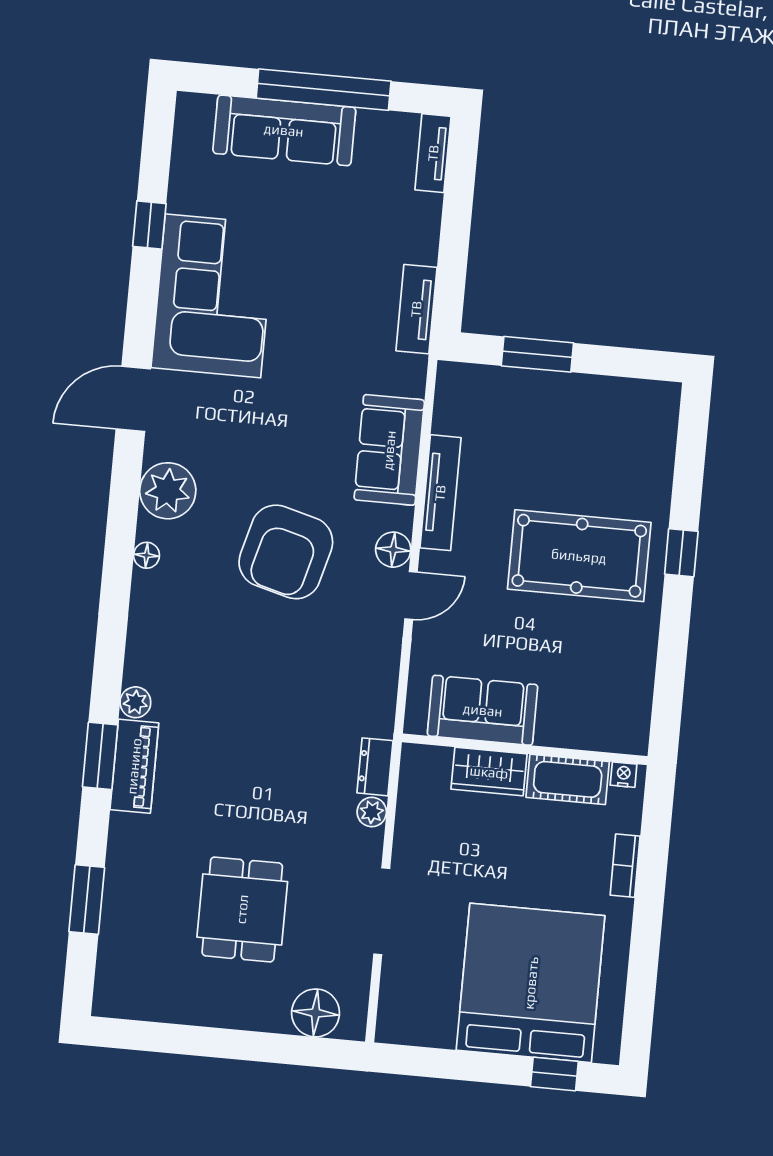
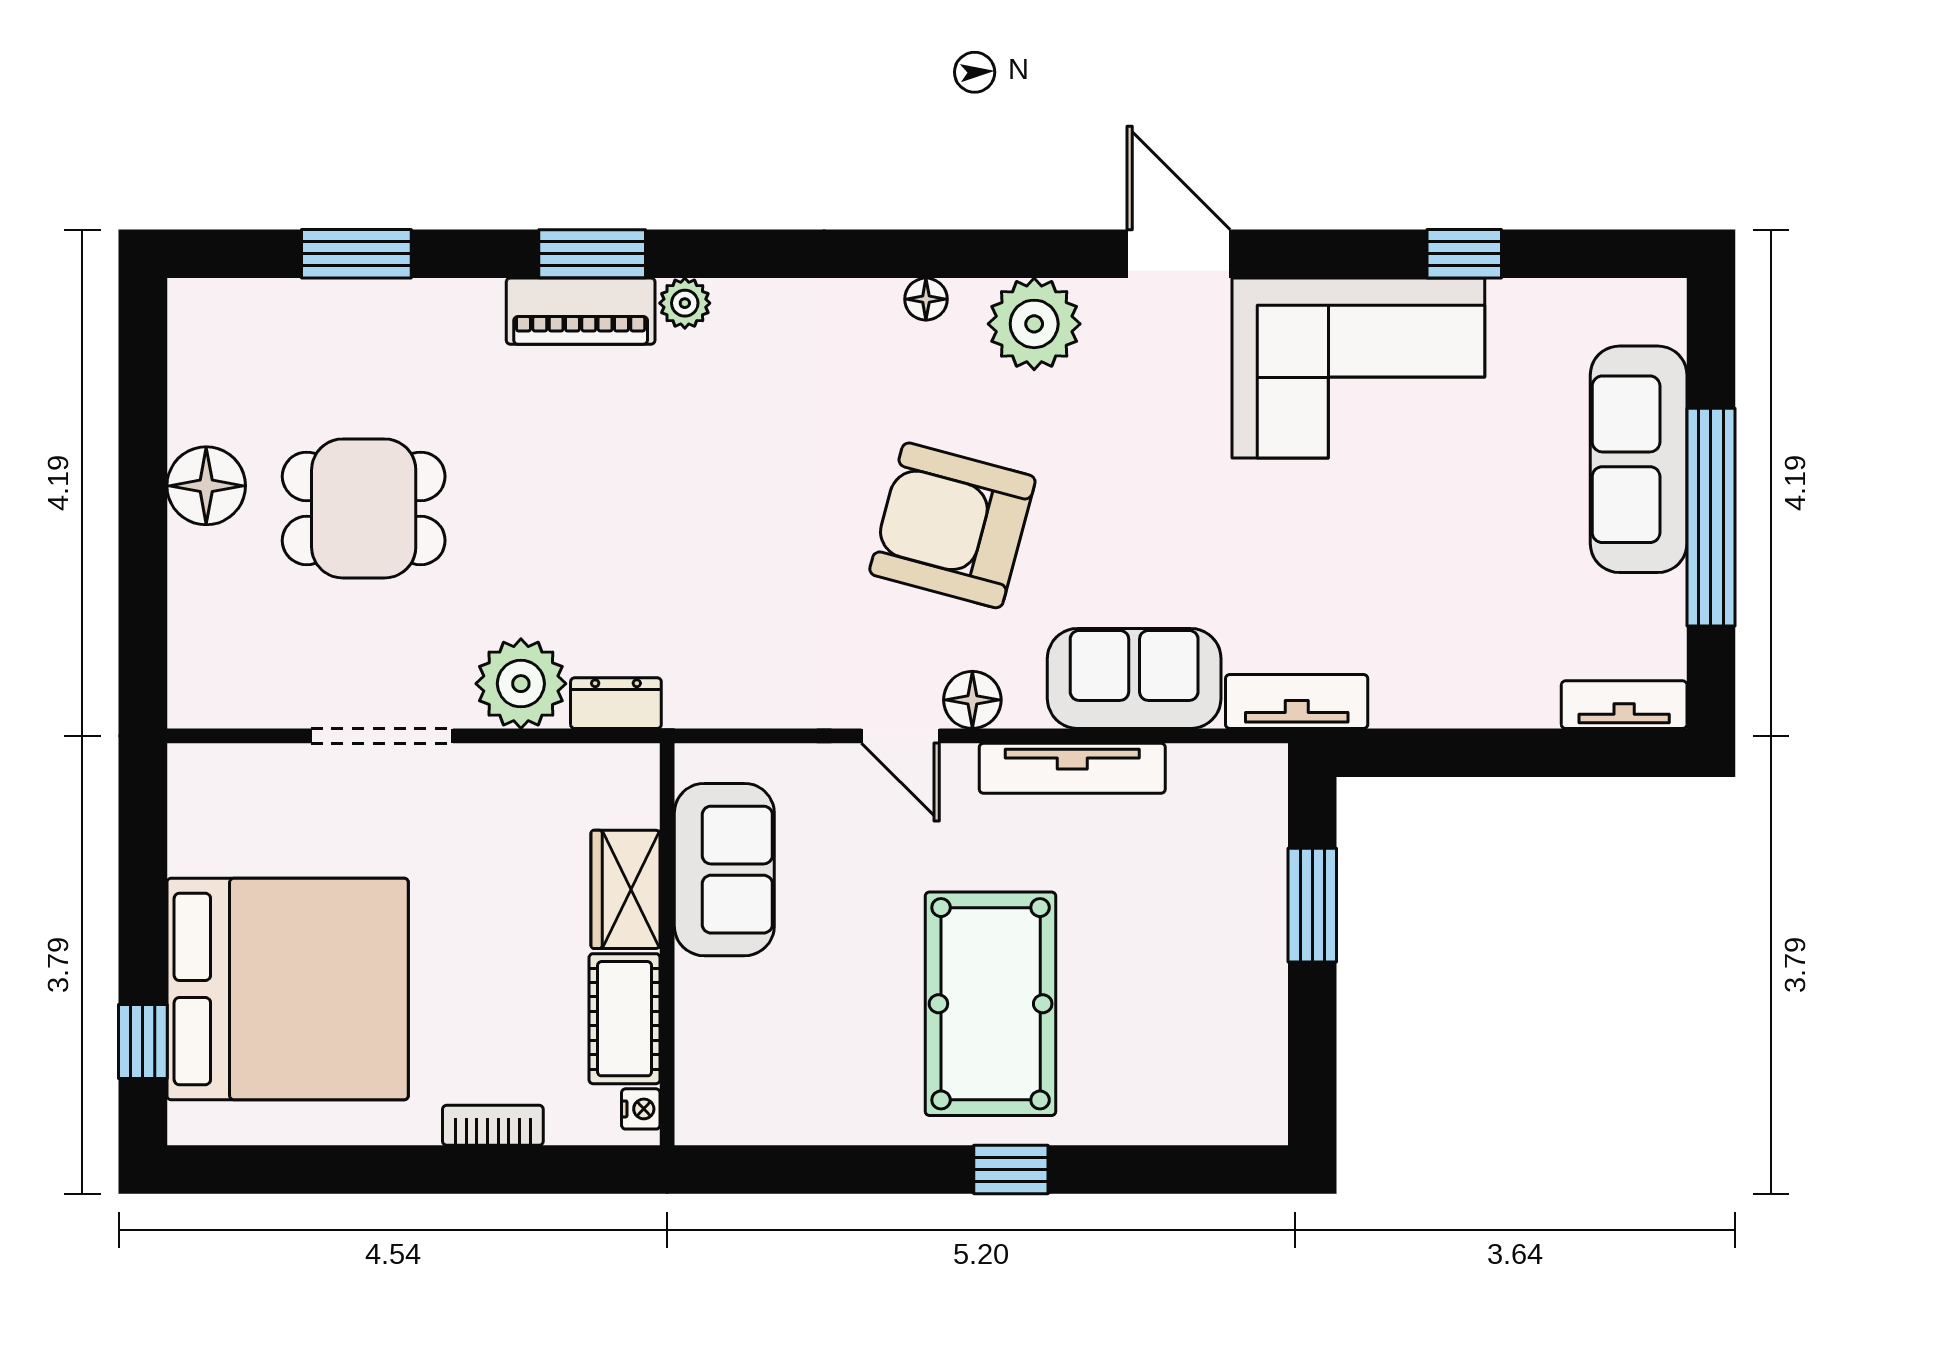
tv unit: (416, 309) -> (1297, 701), moved
plant: (372, 812) -> (521, 684), width x1.87, depth x1.87
floor lamp: (316, 1013) -> (206, 486), moved

